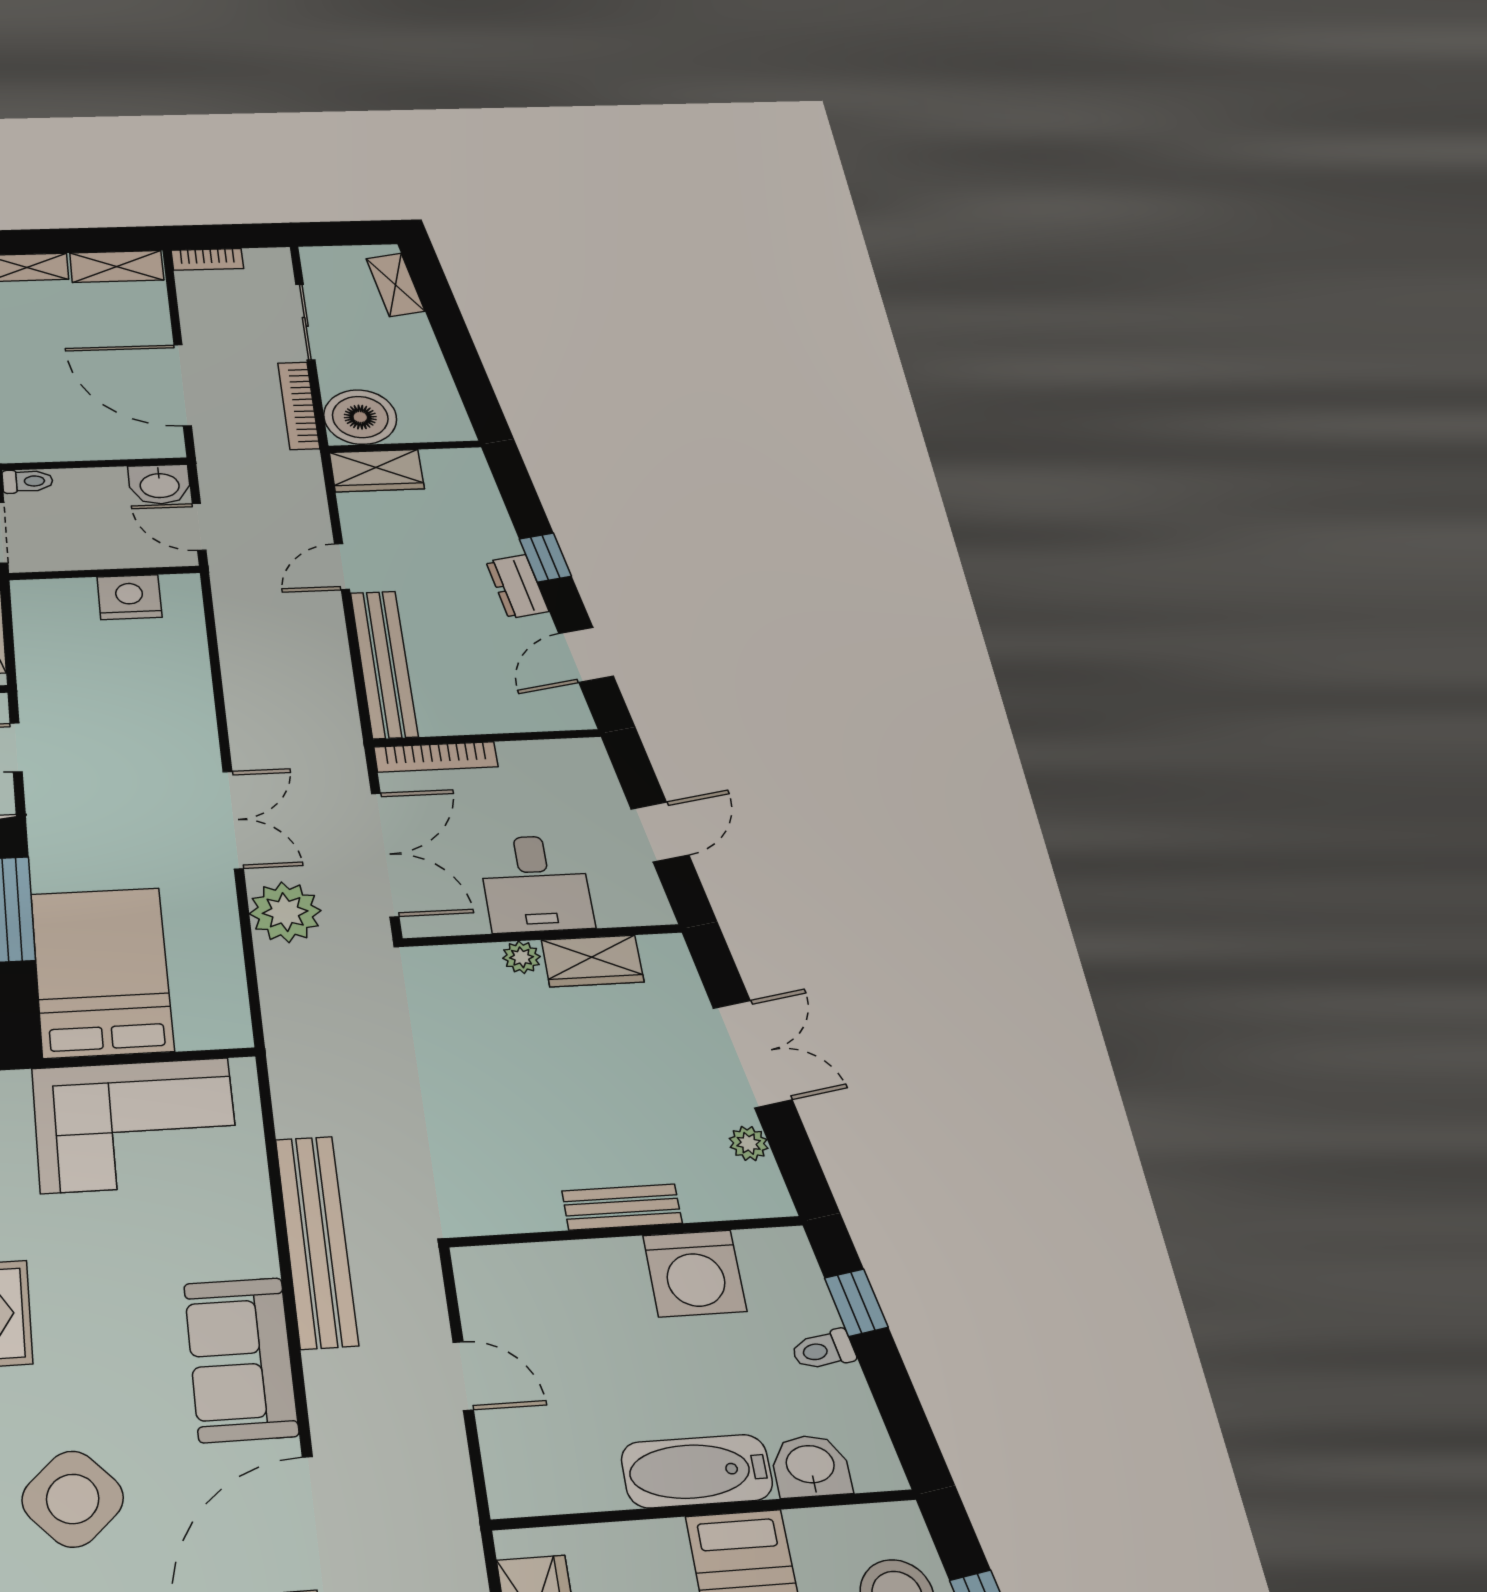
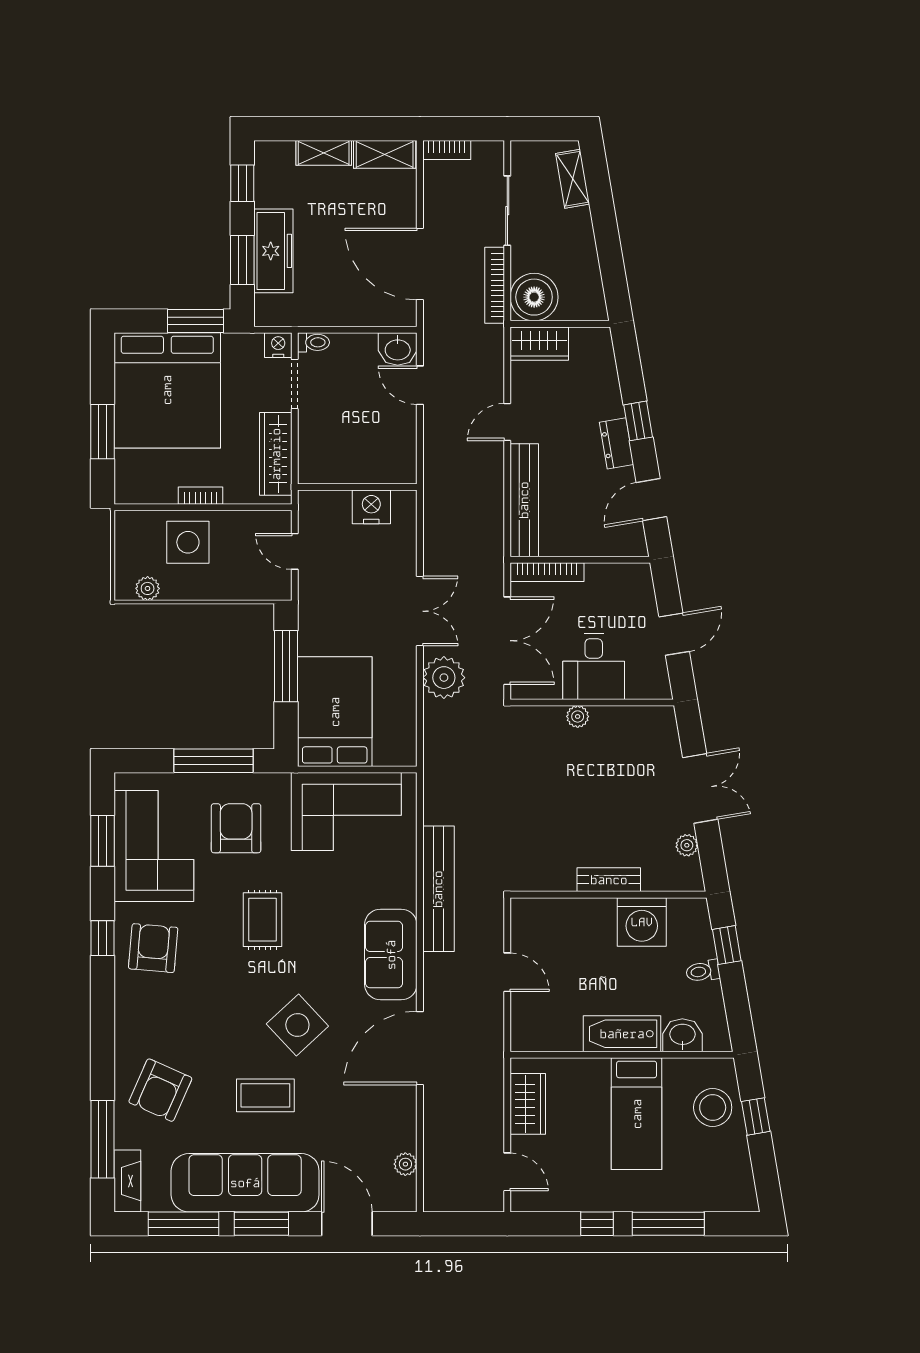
wall: (105, 573) -> (357, 487), moved
nightstand: (129, 597) -> (371, 507), moved
wardrobe: (593, 961) -> (619, 721), removed

